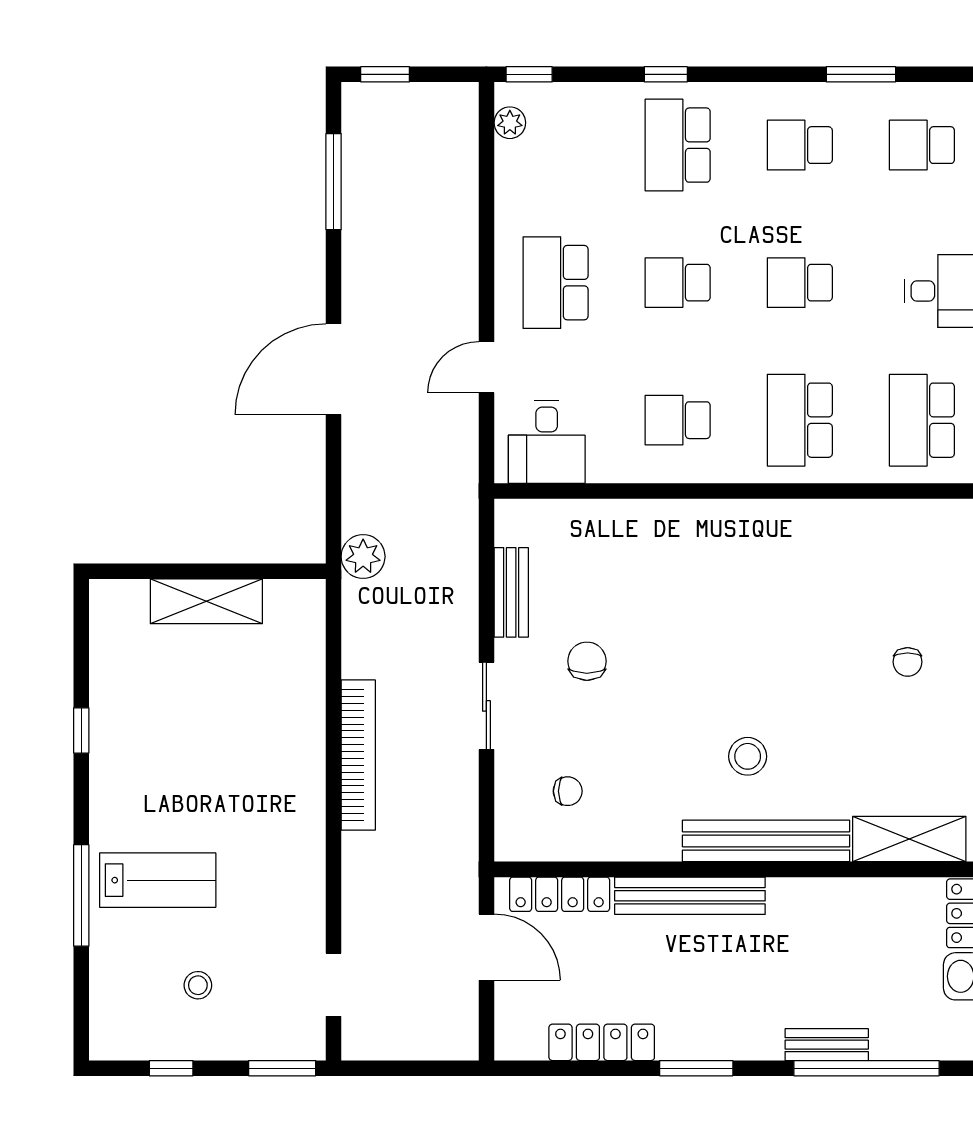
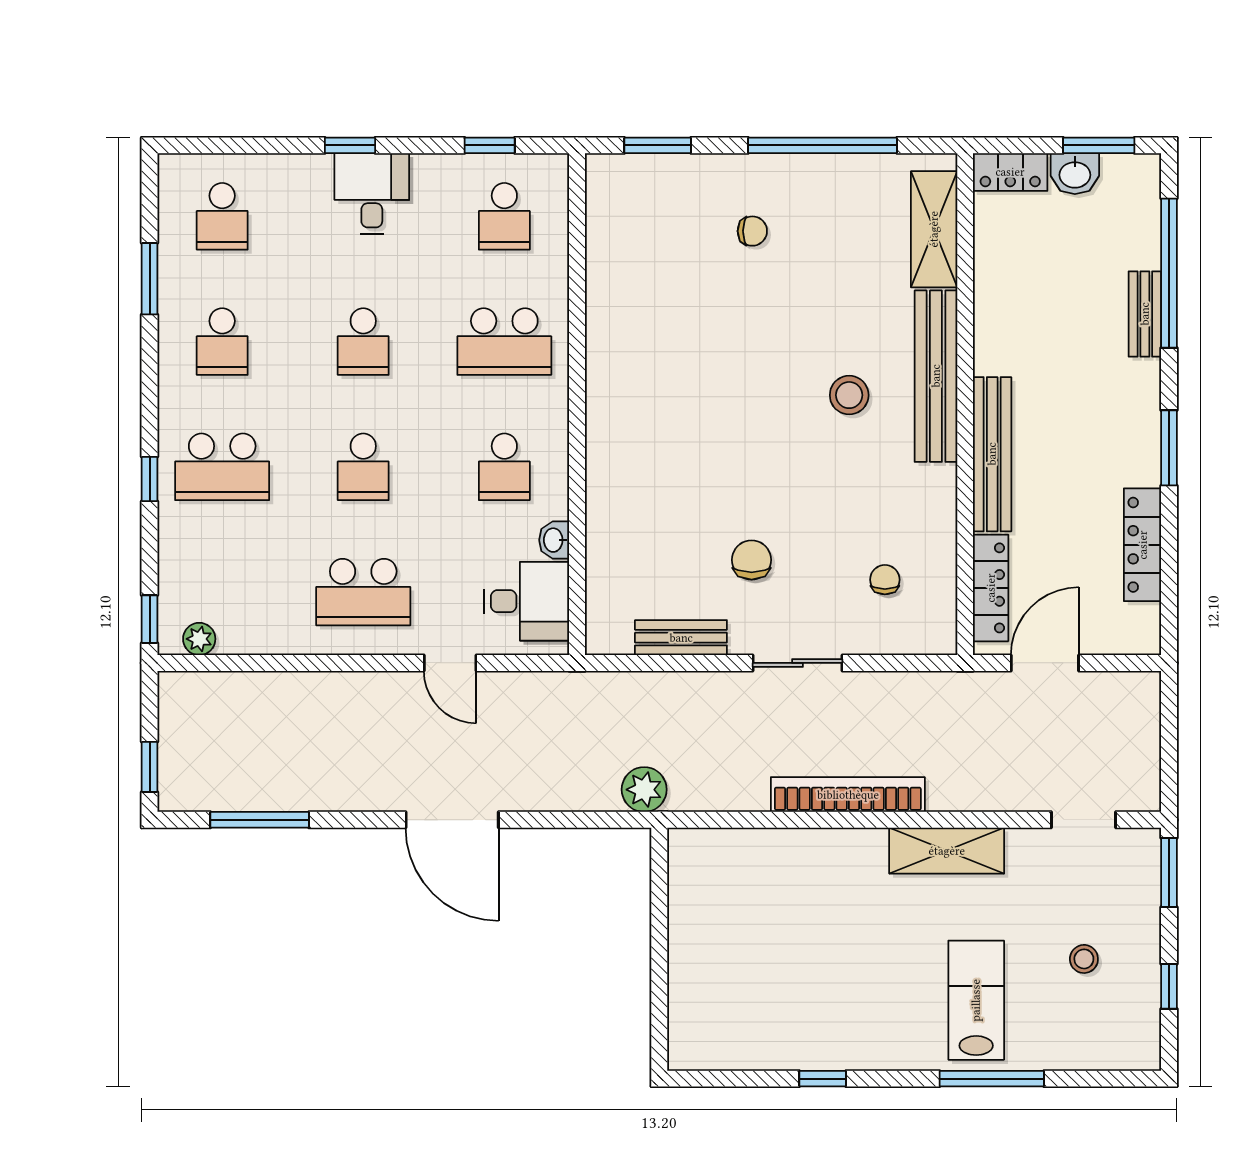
school desk: (922, 420) -> (504, 216), width x0.54
washbasin: (606, 469) -> (554, 540), added
shelving: (206, 601) -> (947, 851), moved, turned 90
chair: (587, 661) -> (752, 560), turned 90

